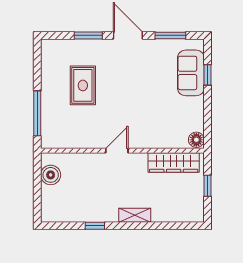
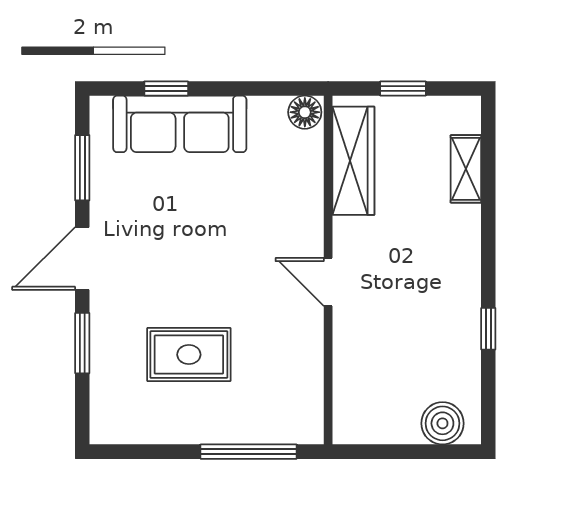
sofa: (191, 73) -> (180, 124), width x1.36
boiler: (51, 175) -> (442, 423), moved
shelving: (135, 215) -> (466, 169), moved

